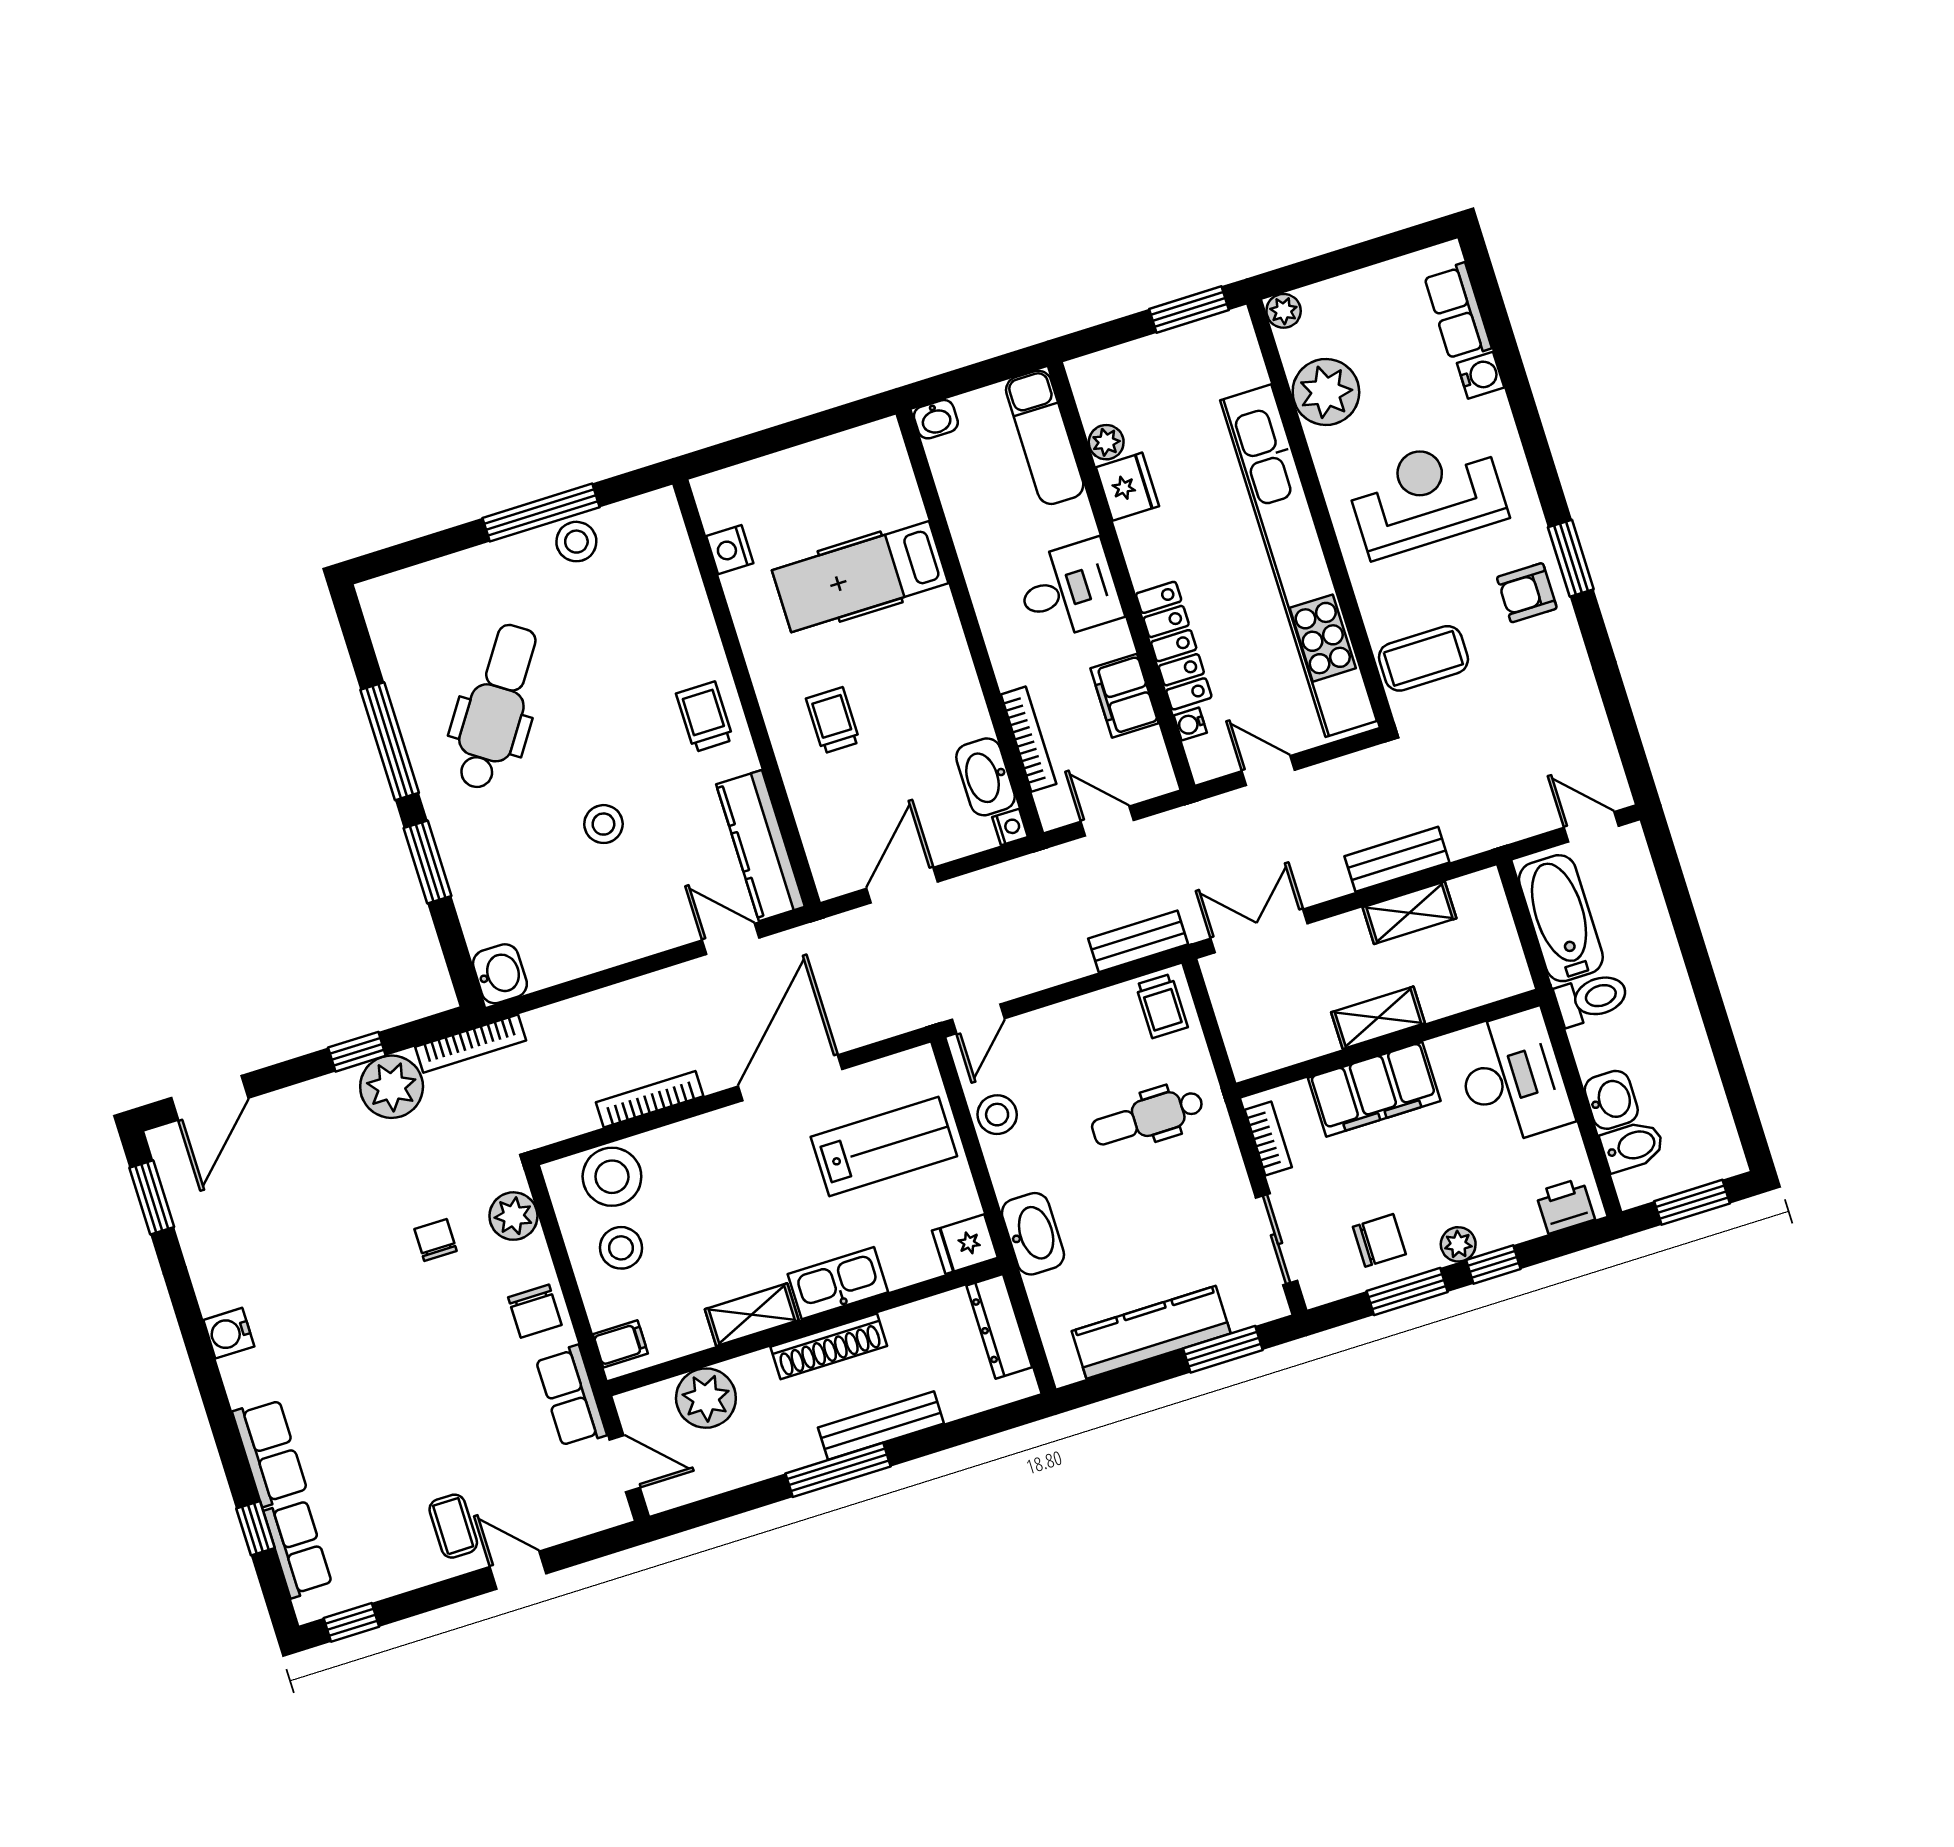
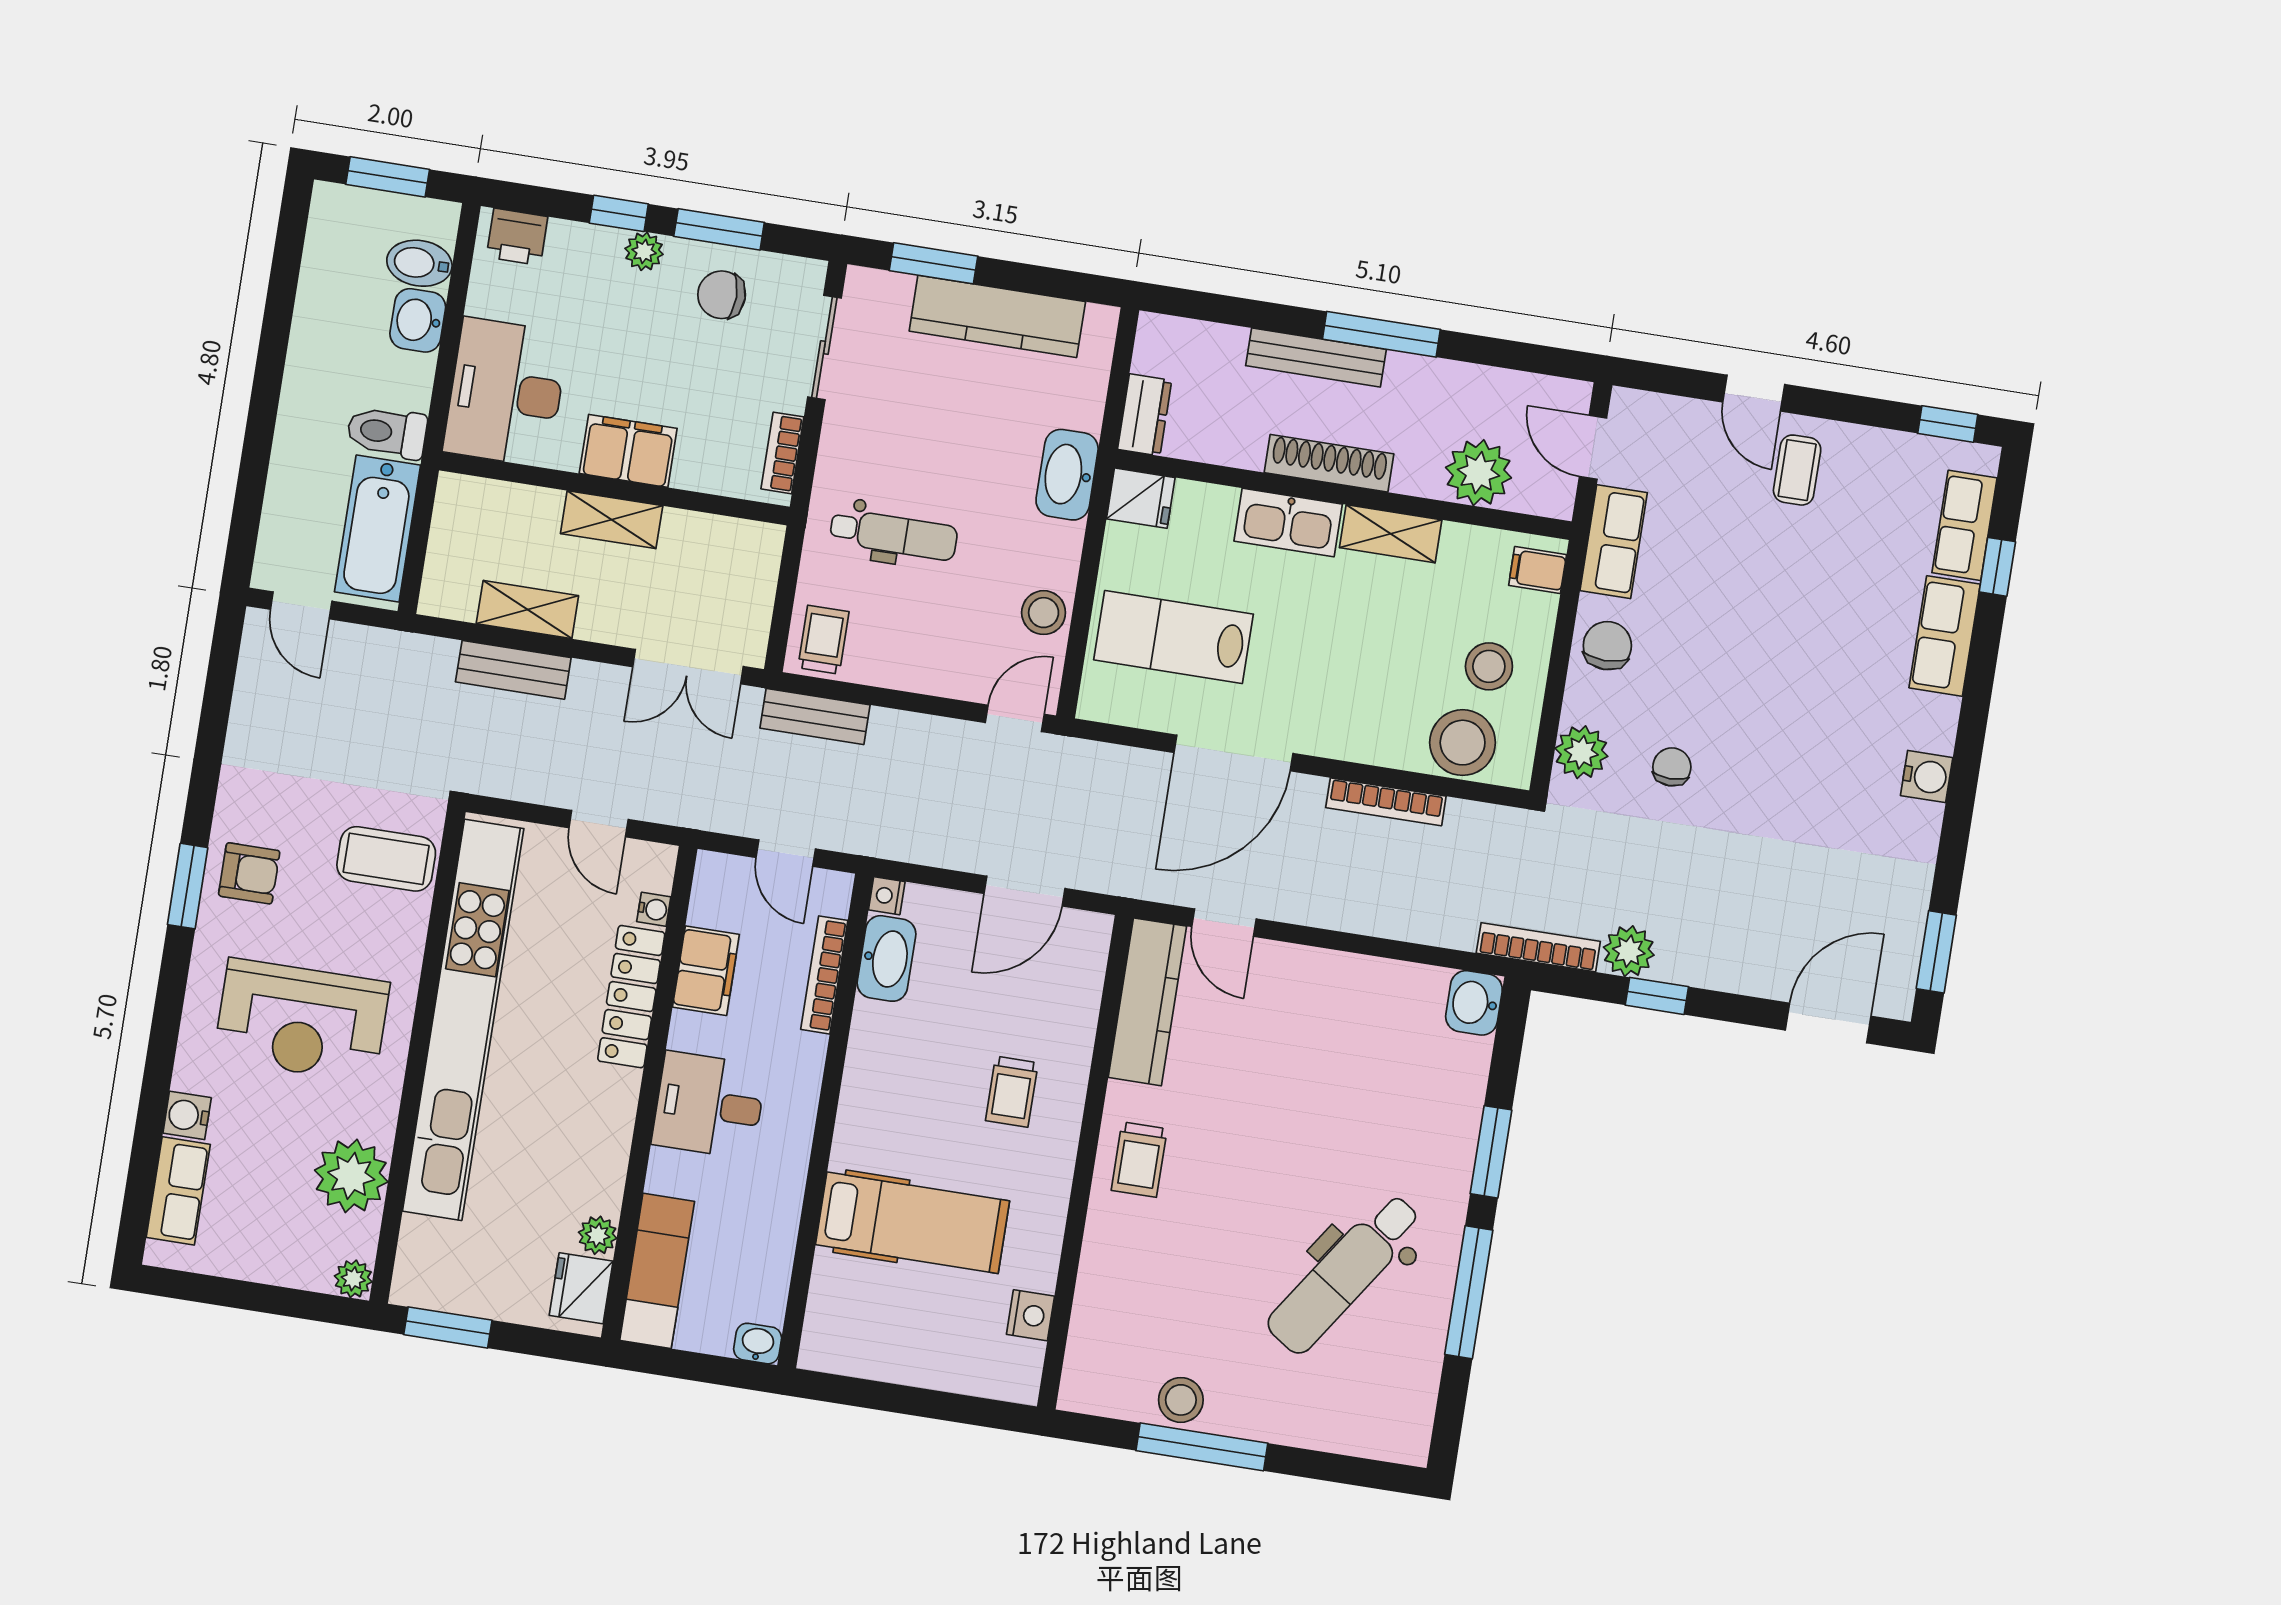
fridge: (1127, 487) -> (581, 1288), moved
stool: (603, 824) -> (1295, 1102), removed
plant: (392, 1087) -> (1629, 951), width x0.73, depth x0.73
filing cabinet: (1374, 1089) -> (628, 451), width x0.67, depth x0.86
chair: (436, 1240) -> (1672, 767), turned 180
dresser: (999, 1326) -> (1145, 415), width x0.70

